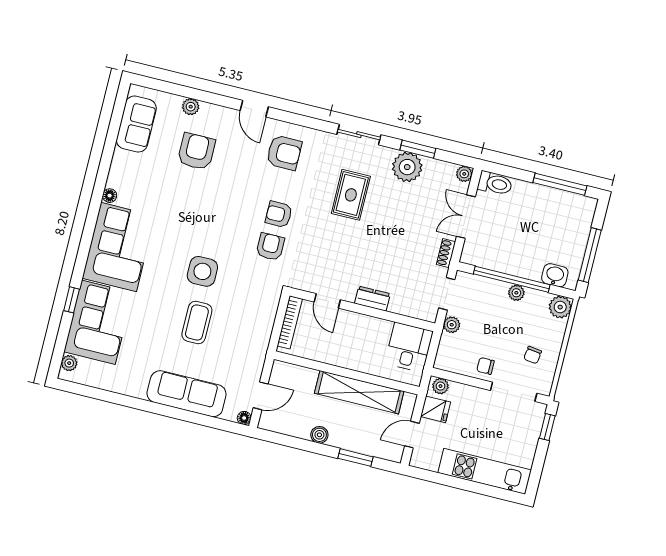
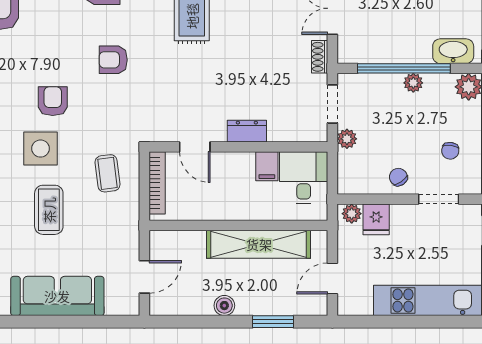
armchair: (270, 247) -> (53, 101), moved
washbasin: (555, 275) -> (453, 51), width x1.38
coffee table: (252, 305) -> (108, 173), added
filing cabinet: (381, 331) -> (267, 166), added
chair: (485, 366) -> (398, 177), turned 56
doorway: (514, 392) -> (439, 199), width x0.73
fridge: (435, 409) -> (376, 219), moved, turned 90
floor lamp: (244, 418) -> (132, 308), removed

